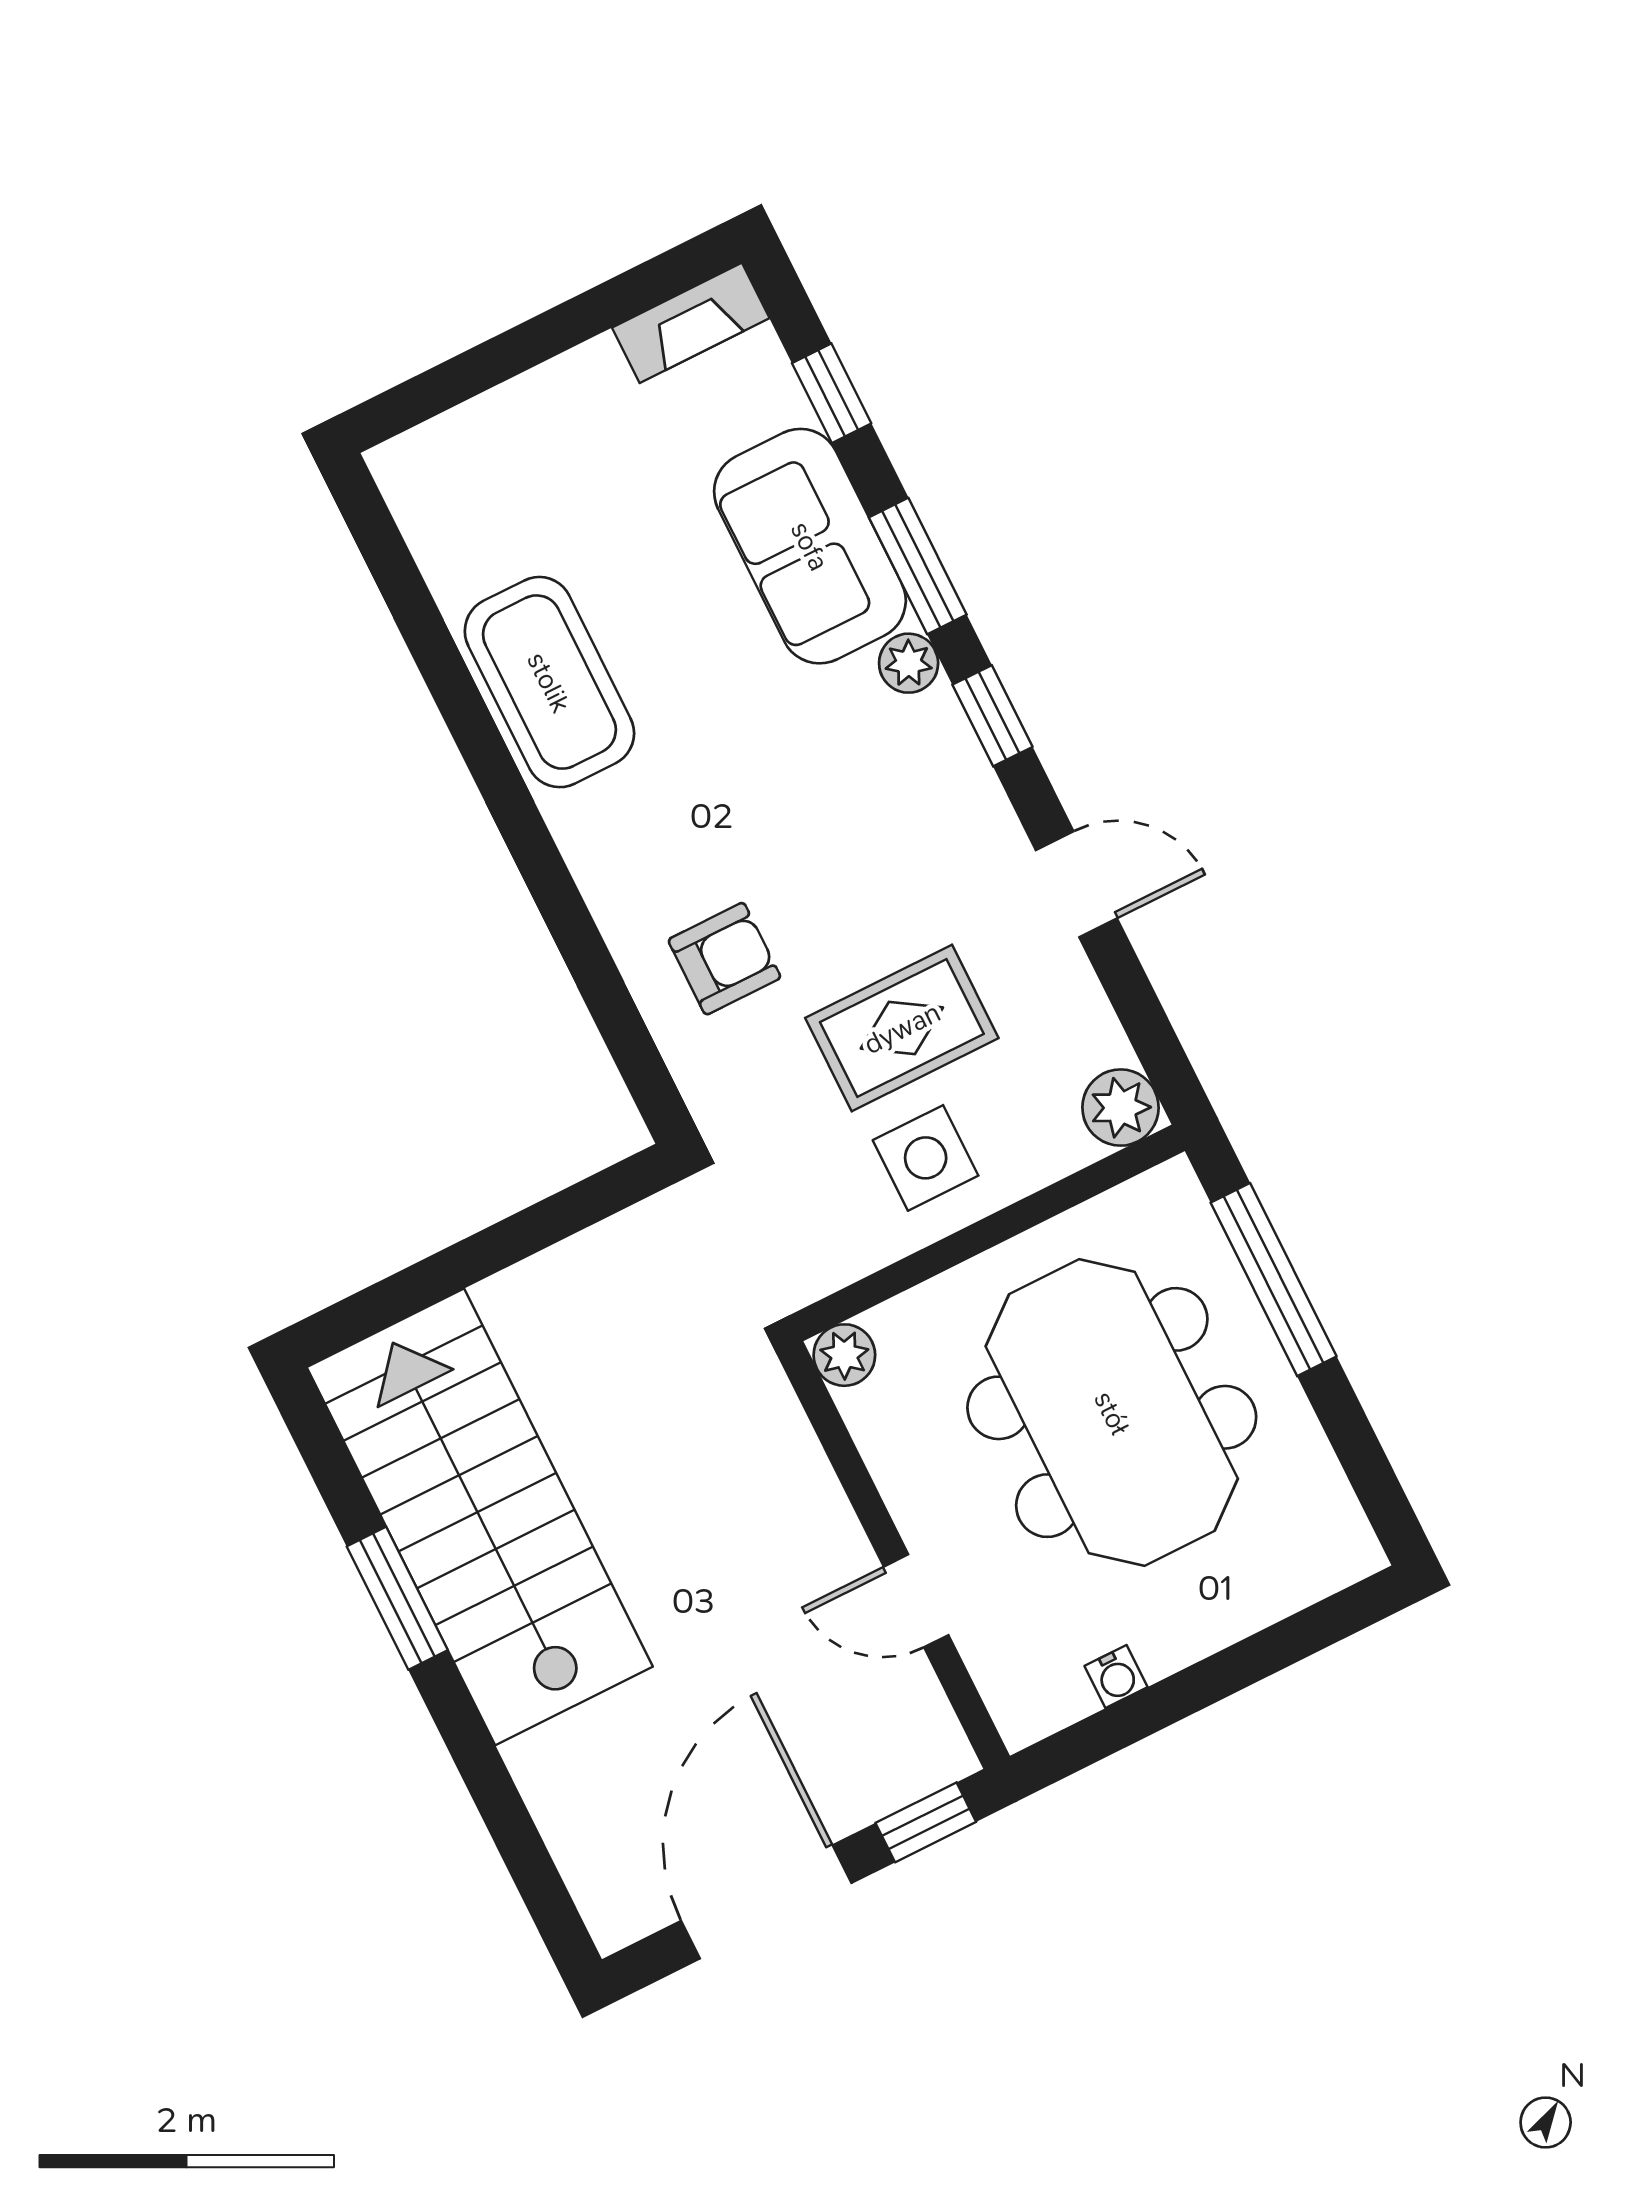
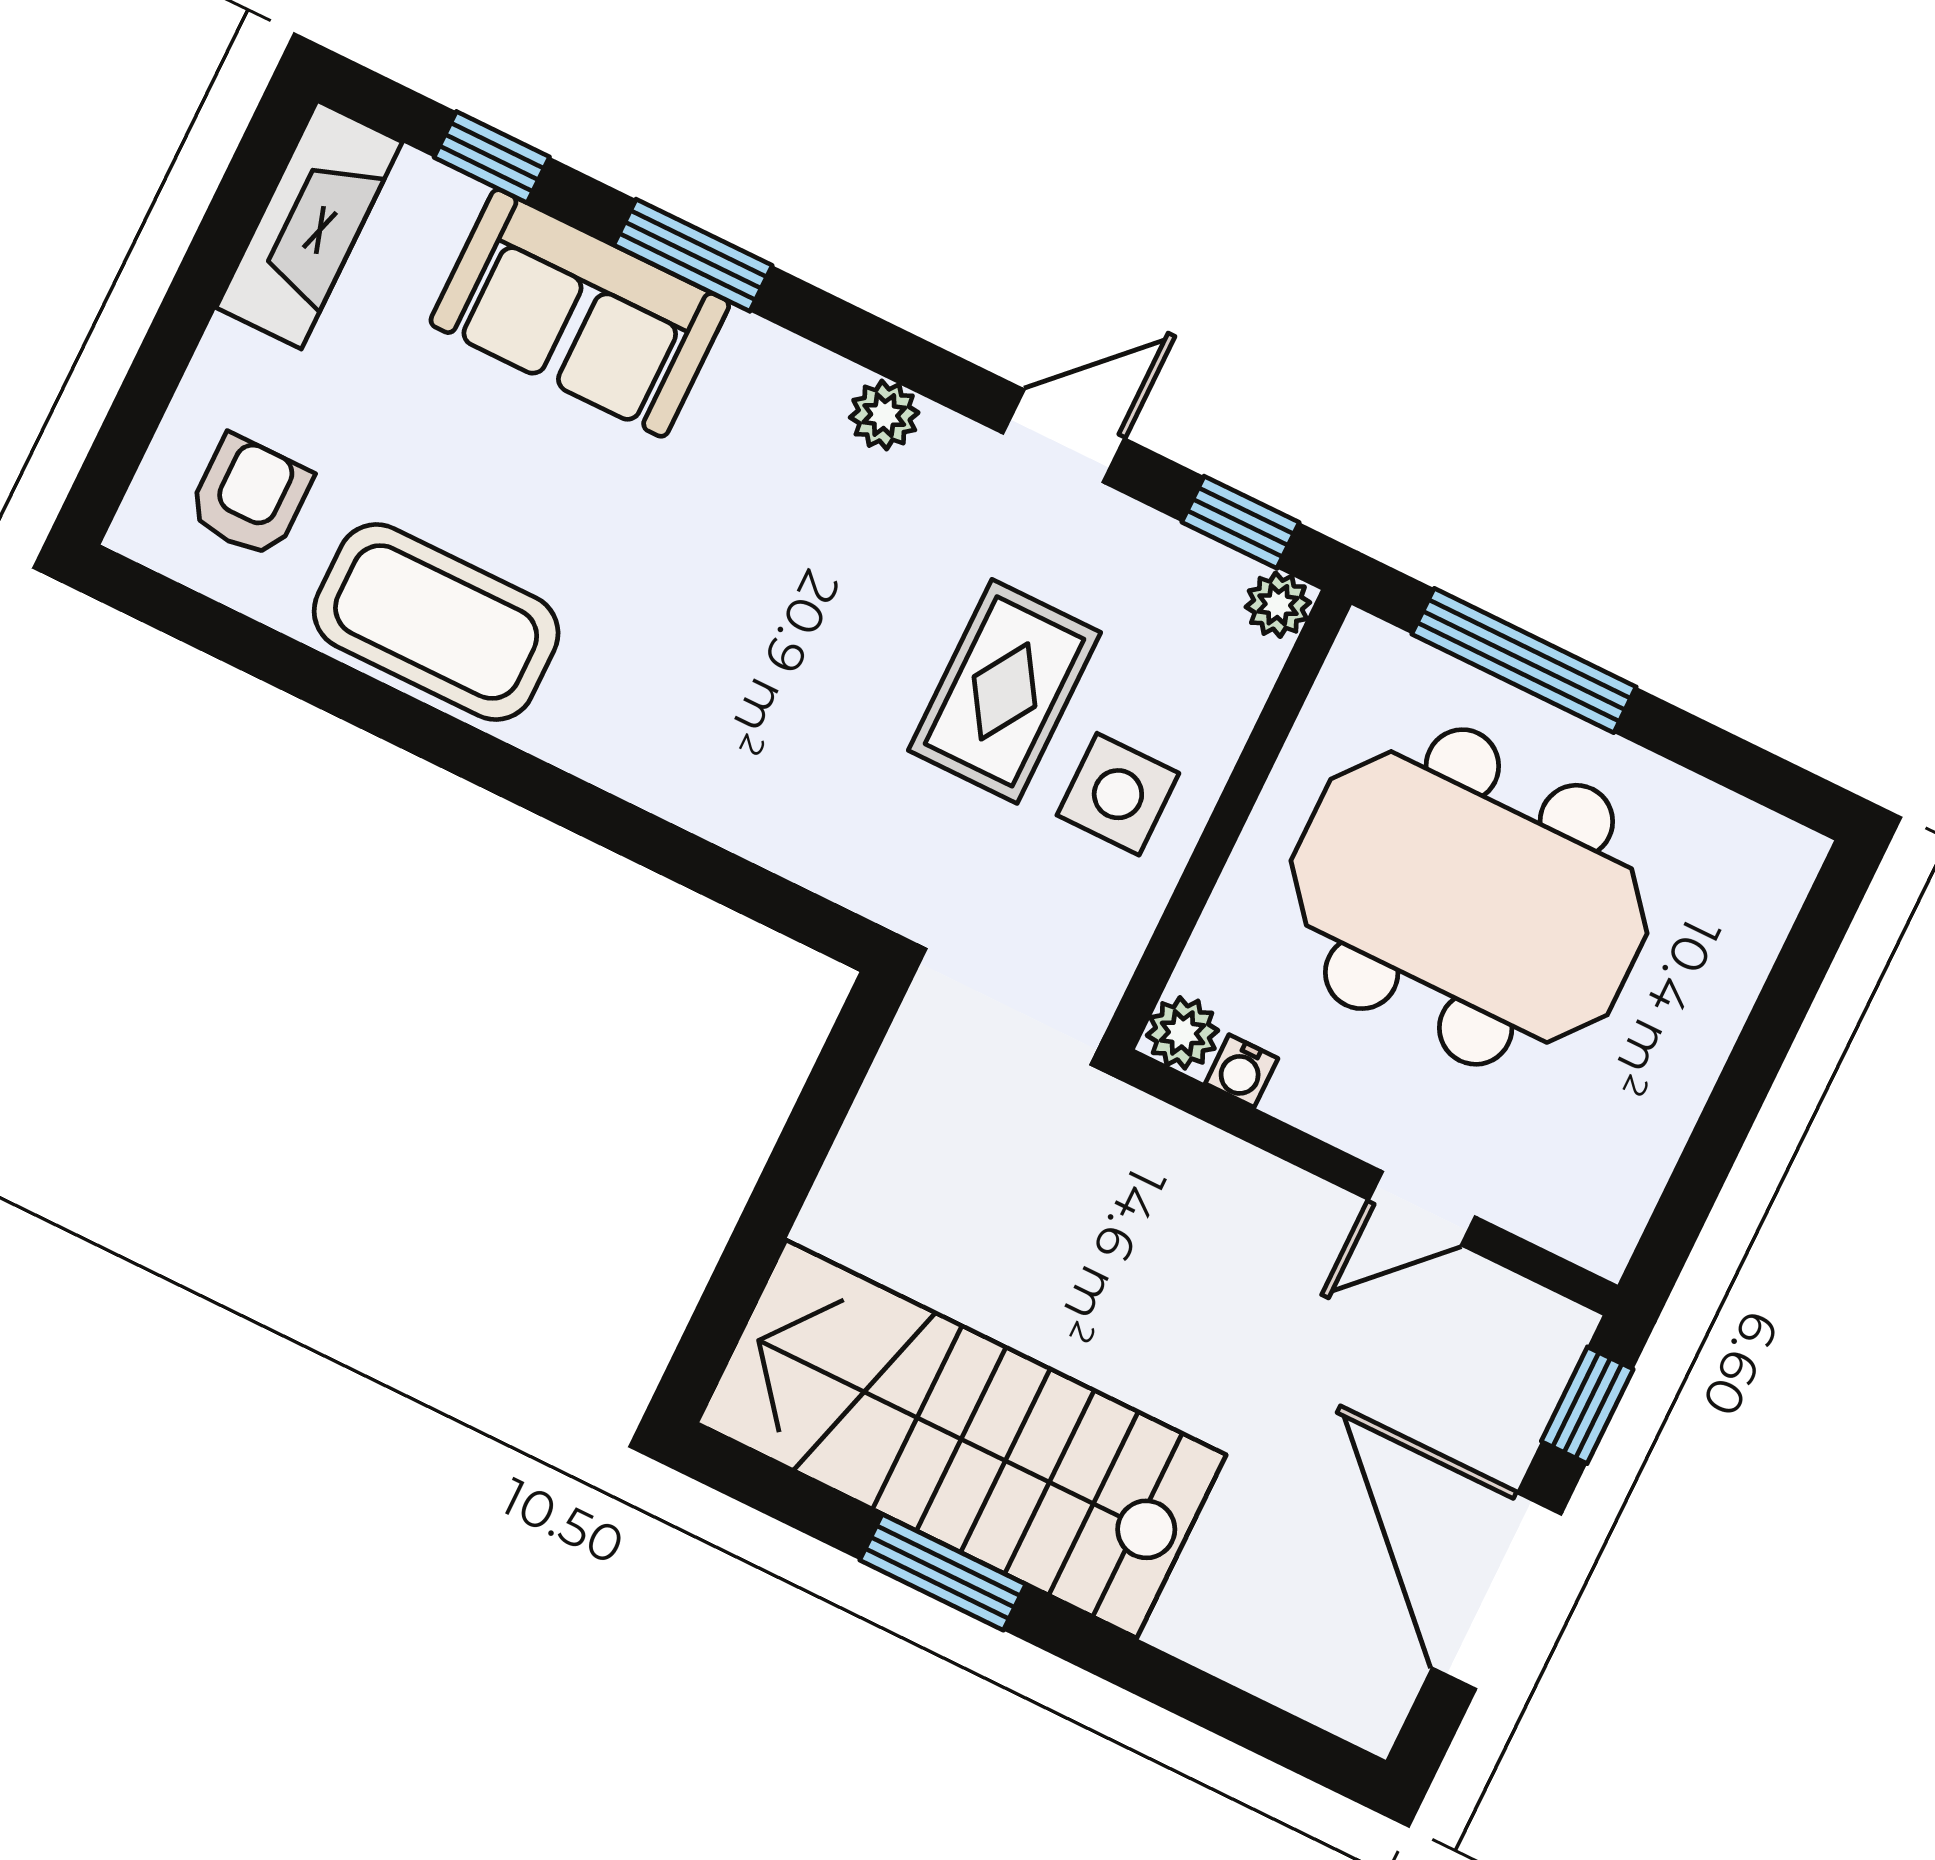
fireplace: (691, 323) -> (309, 225), width x1.37, depth x1.32
plant: (909, 663) -> (884, 415), moved
window: (992, 716) -> (1241, 522), moved
armchair: (724, 959) -> (250, 496), moved
plant: (1120, 1108) -> (1278, 605), width x0.73, depth x0.73
water cooler: (1116, 1677) -> (1242, 1071), moved, turned 90

